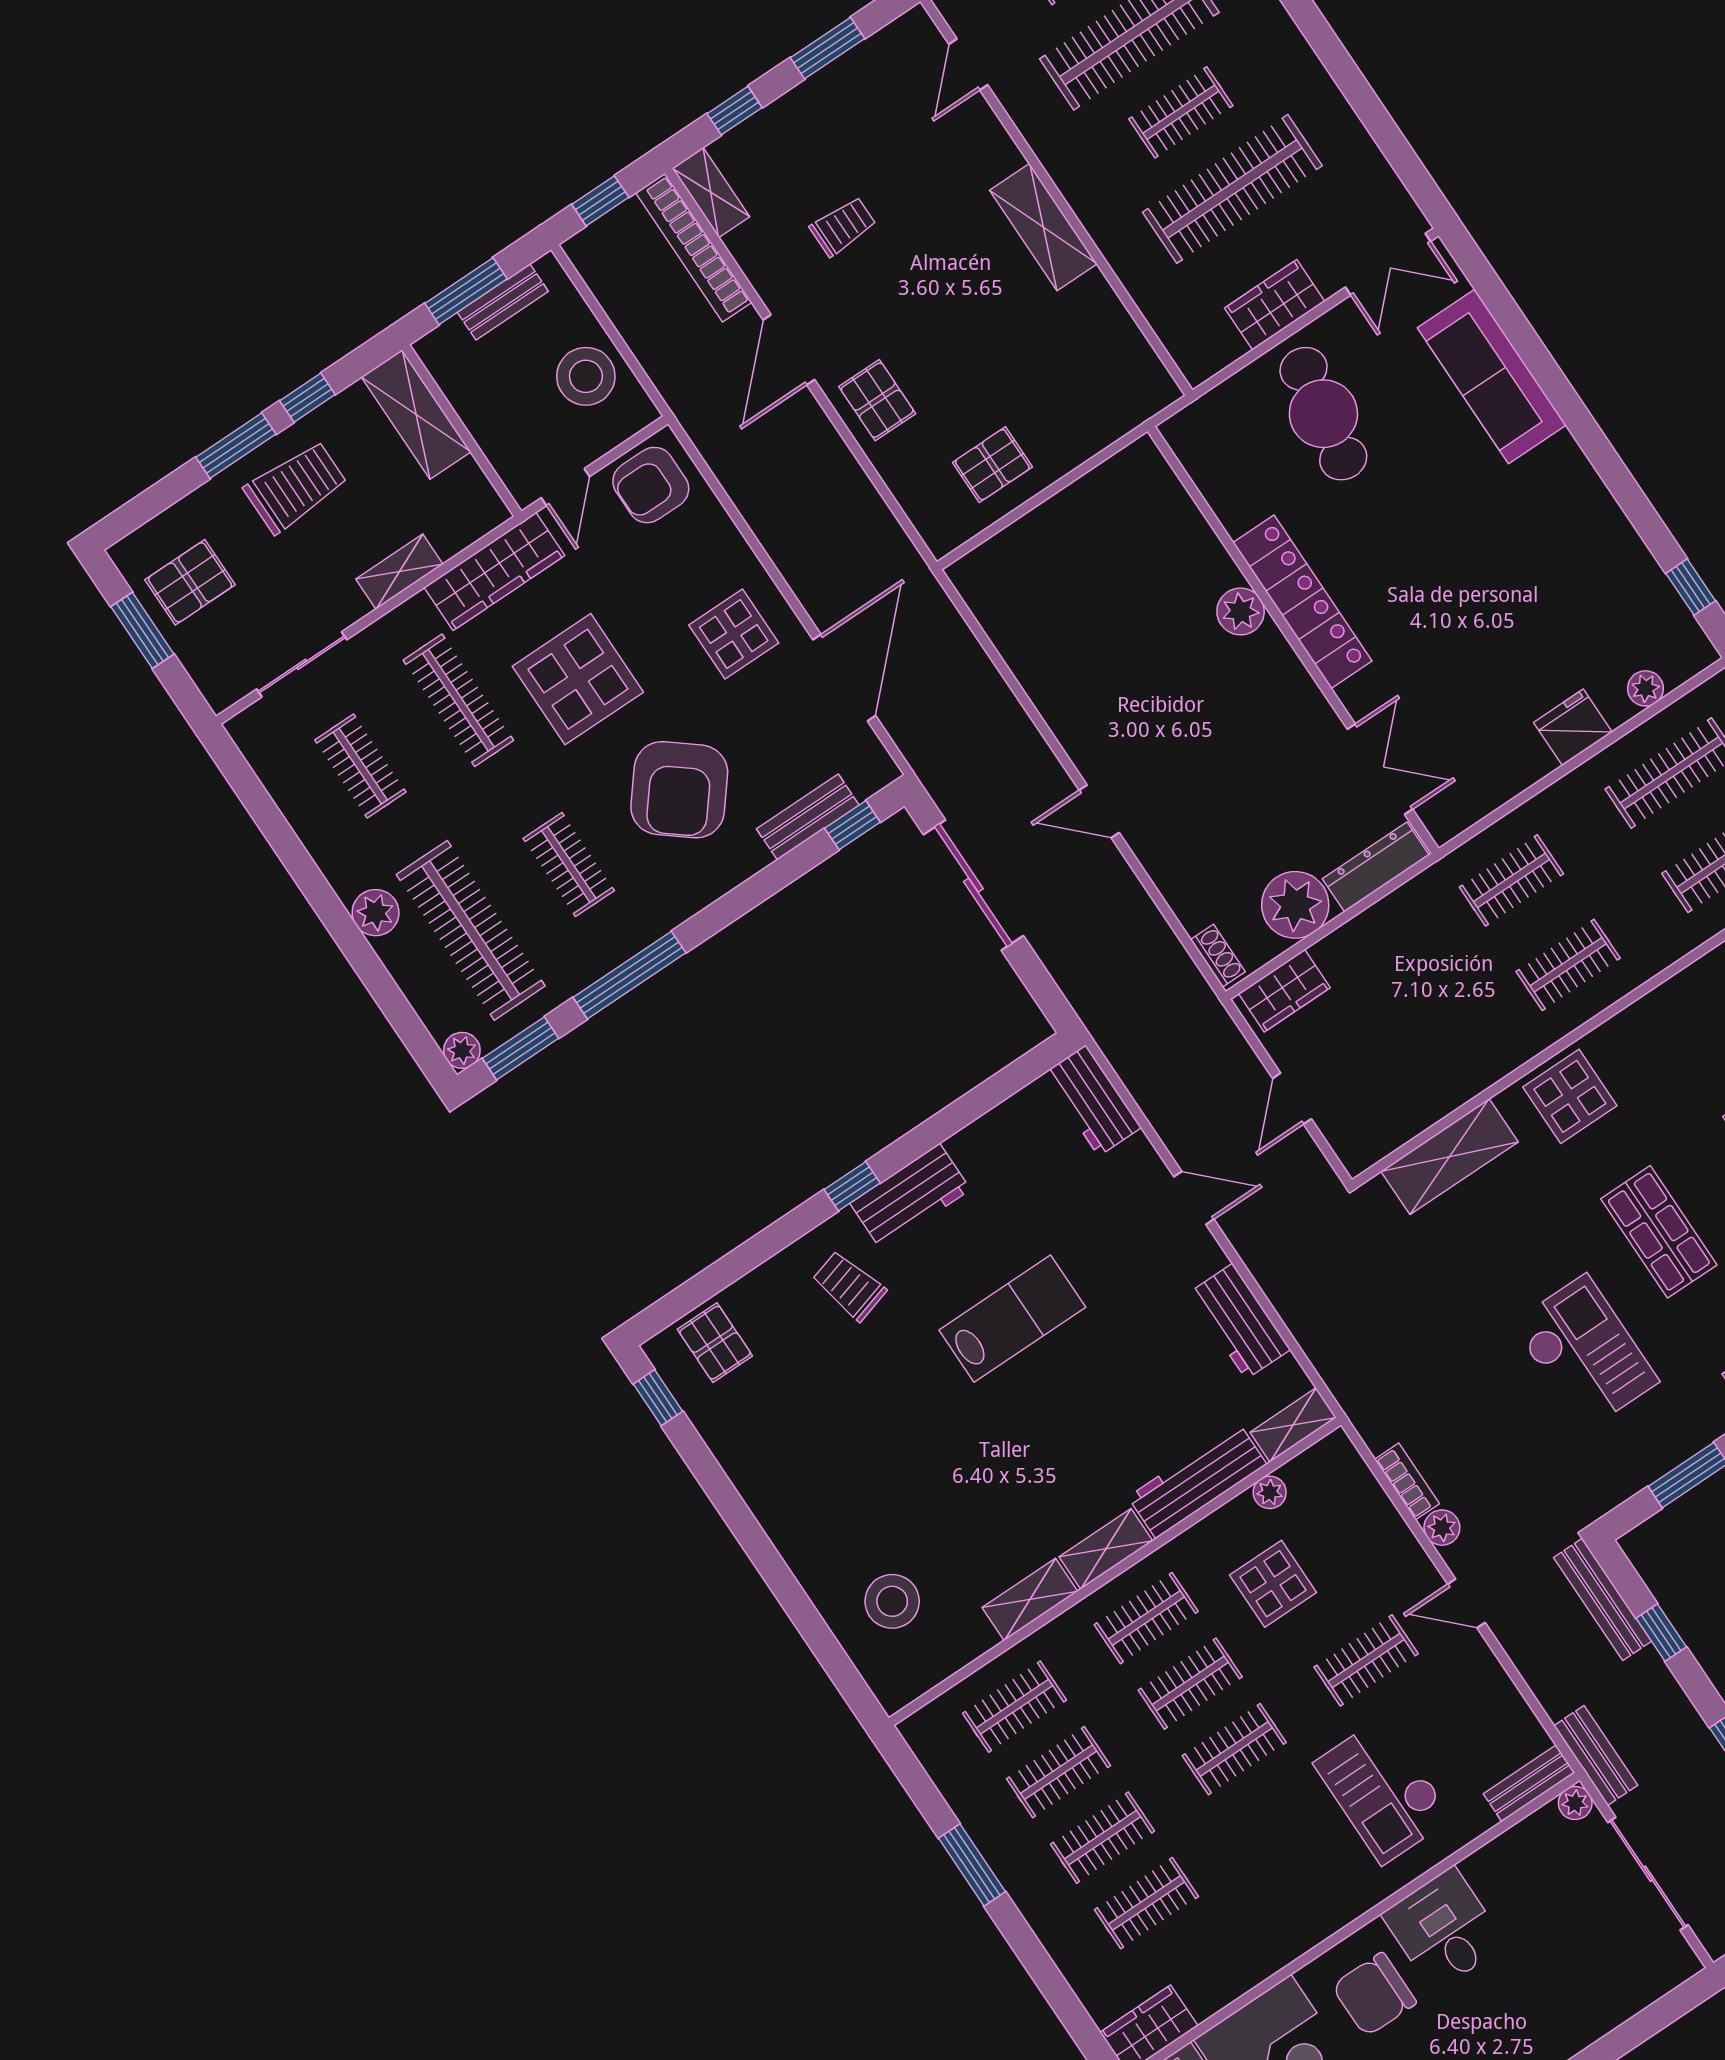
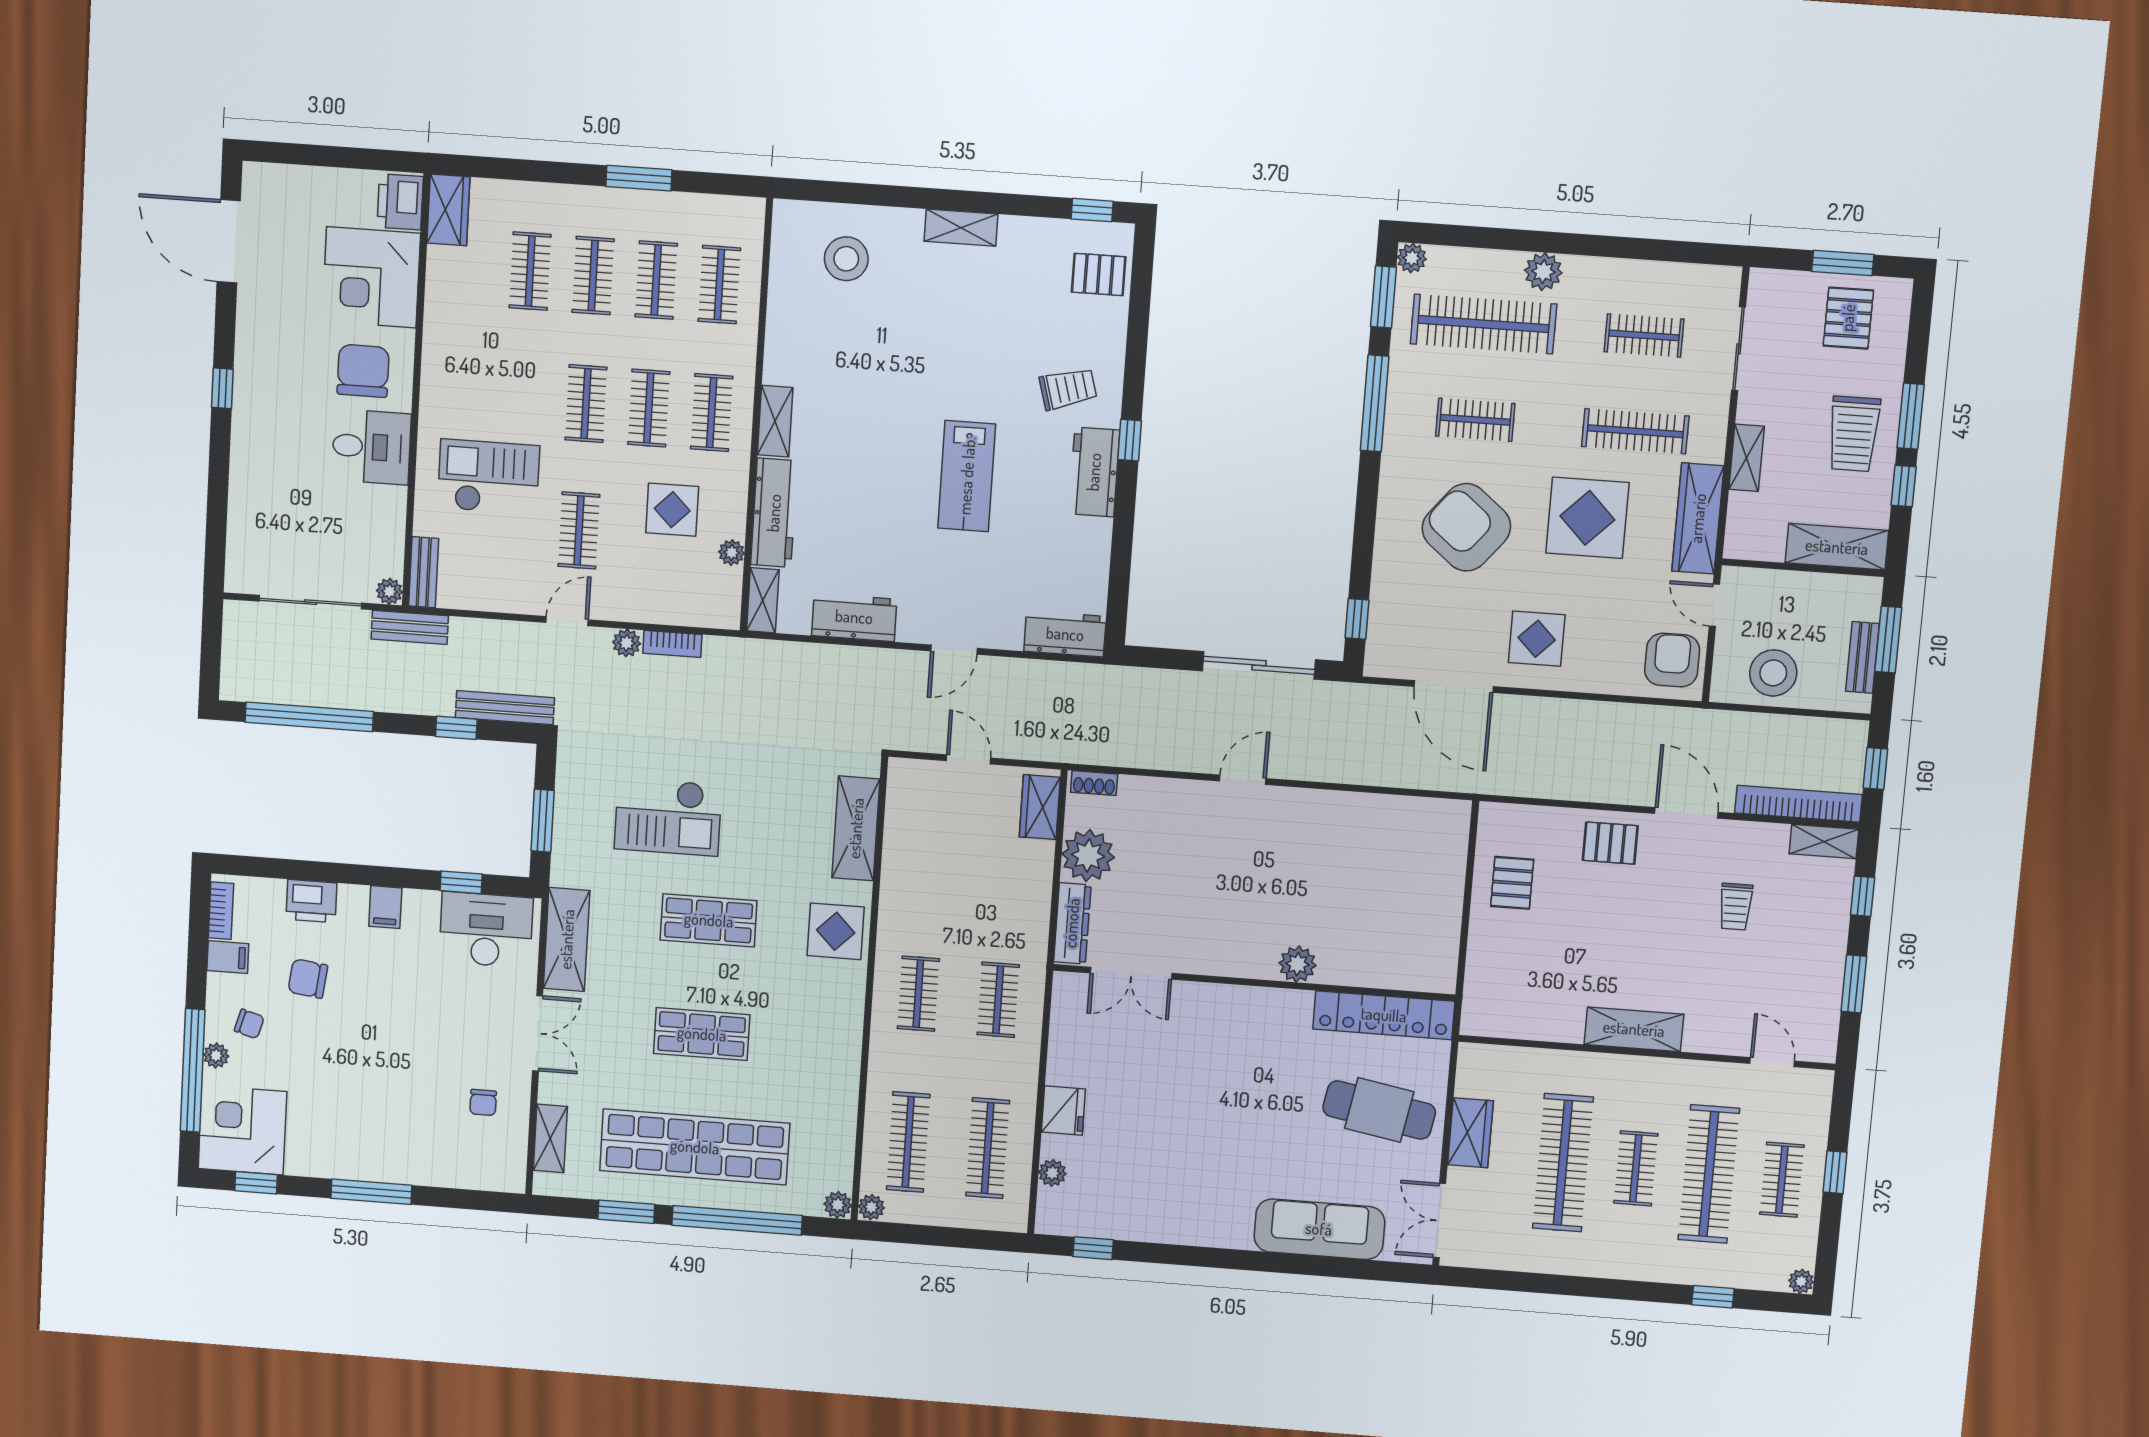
locker: (1303, 602) -> (1384, 1015), moved
bench: (808, 817) -> (1384, 595), removed
shelving: (1030, 1599) -> (961, 228), moved, turned 90

